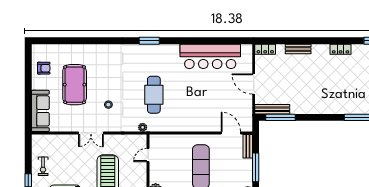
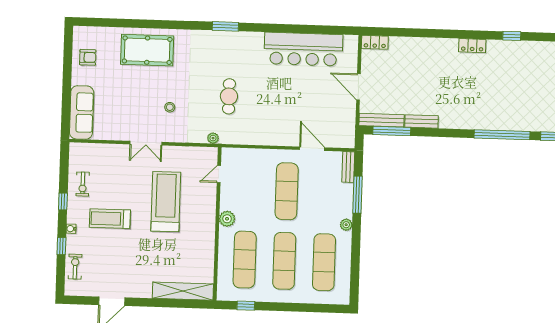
bench: (298, 49) -> (422, 121), moved
pool table: (75, 85) -> (147, 50), moved, turned 90
cafe table: (154, 95) -> (229, 96), width x0.73, depth x0.74
door: (231, 133) -> (312, 149), moved

